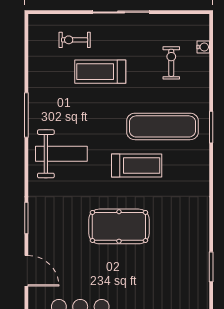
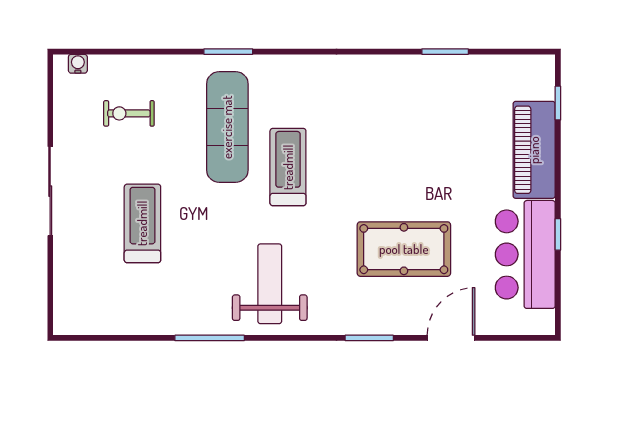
exercise bike: (75, 40) -> (93, 263), removed
water cooler: (203, 47) -> (78, 64), moved
treadmill: (100, 72) -> (142, 223), turned 180
pool table: (119, 226) -> (404, 249), moved, turned 90

